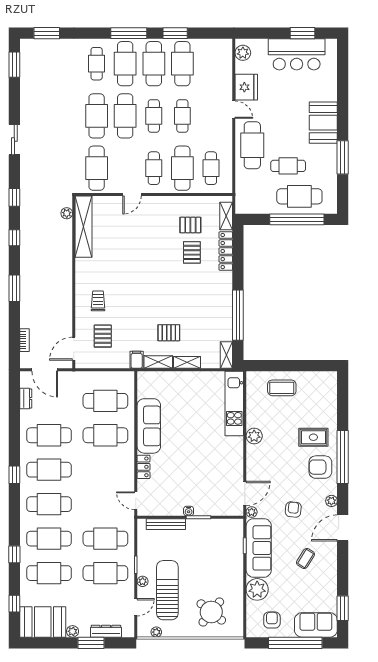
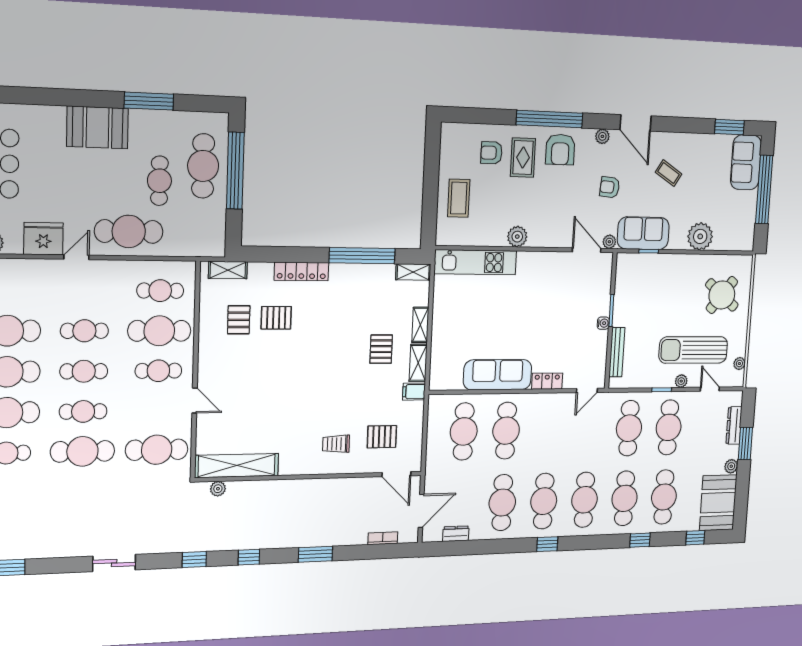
cafe table: (125, 116) -> (83, 411), width x0.73, depth x0.74
locker: (226, 251) -> (301, 271), moved
sofa: (259, 548) -> (643, 233), width x0.73
armchair: (272, 620) -> (492, 153), moved

